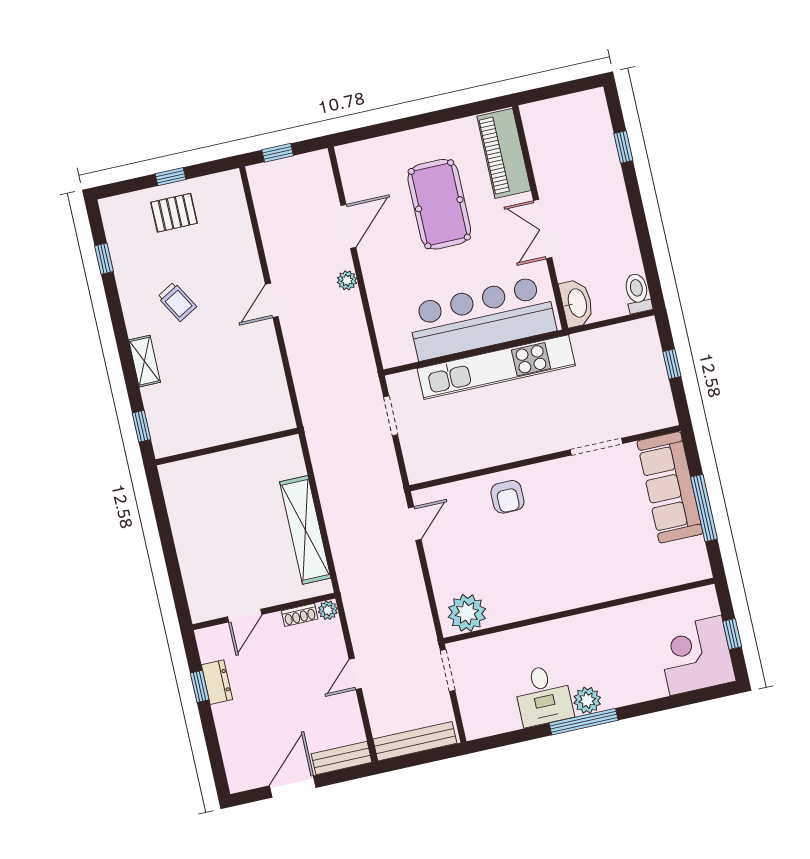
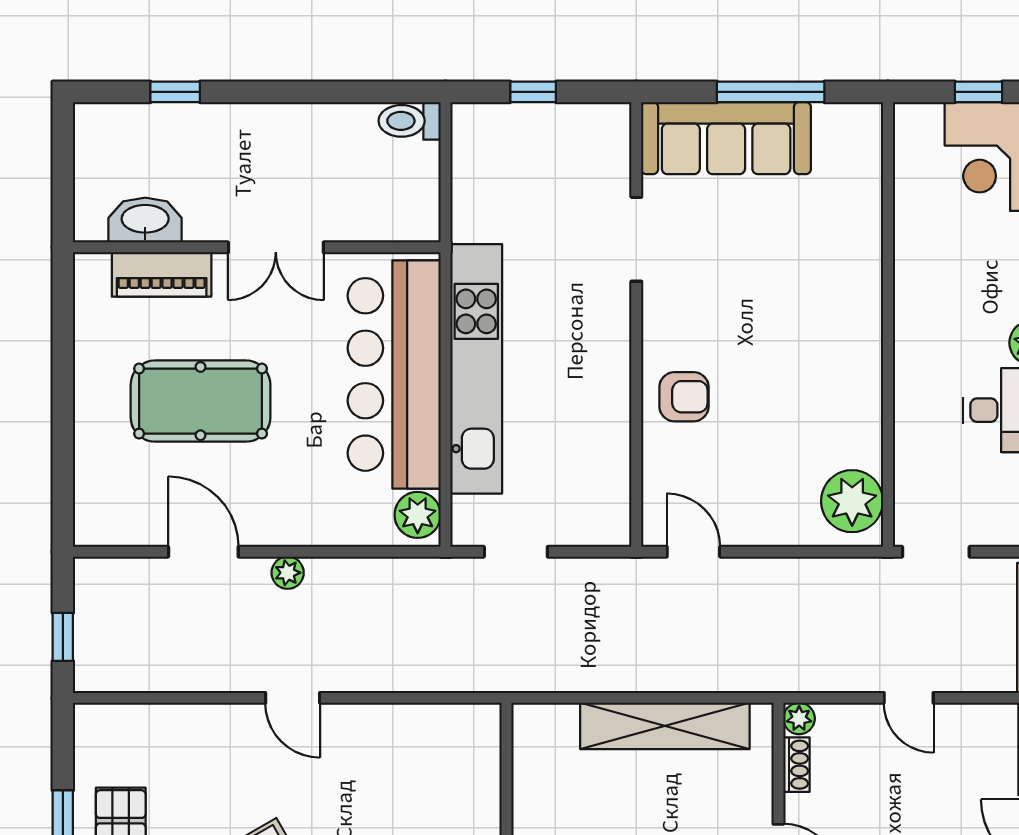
piano: (504, 153) -> (162, 274), width x0.73, depth x0.75
washbasin: (577, 303) -> (145, 220), moved
plant: (400, 351) -> (418, 515), added

